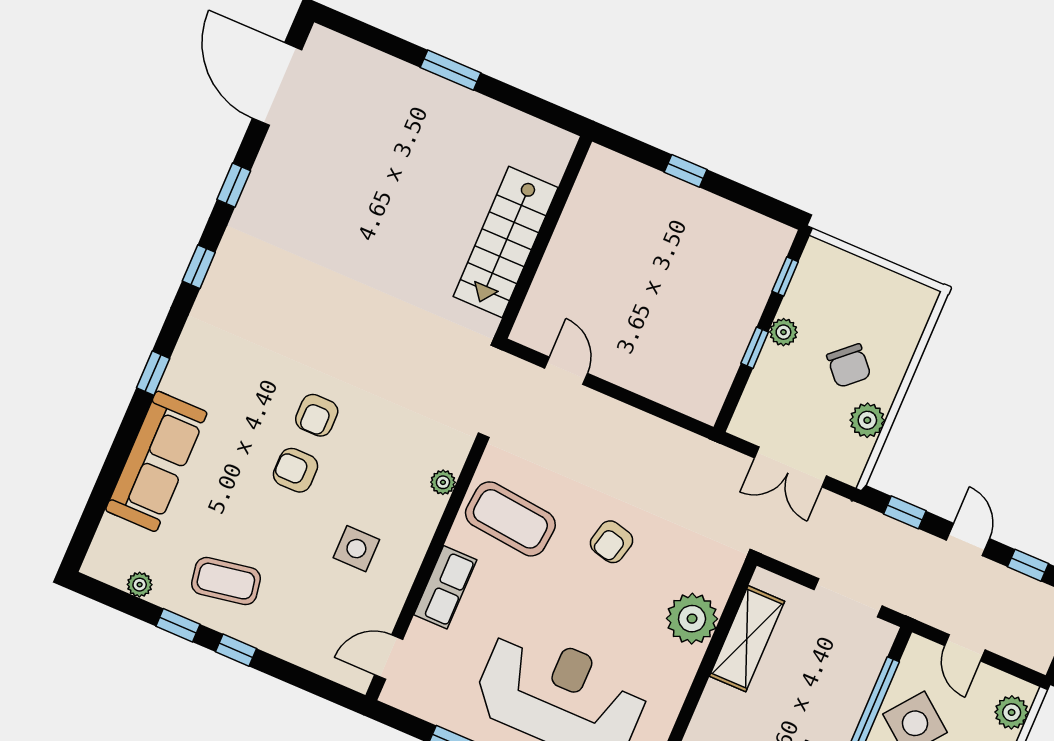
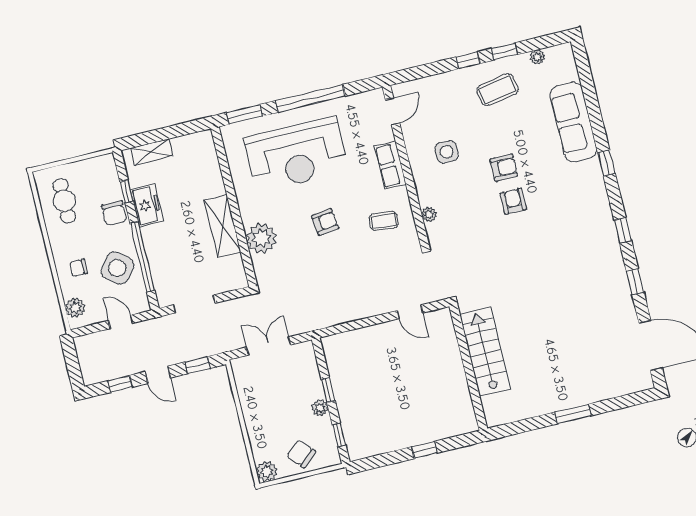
chair: (849, 366) -> (301, 454), moved
plant: (867, 420) -> (267, 471), moved
coffee table: (510, 519) -> (384, 221), width x0.54, depth x0.58
armchair: (612, 542) -> (325, 222), moved, turned 69
shelving: (747, 639) -> (222, 226), moved

